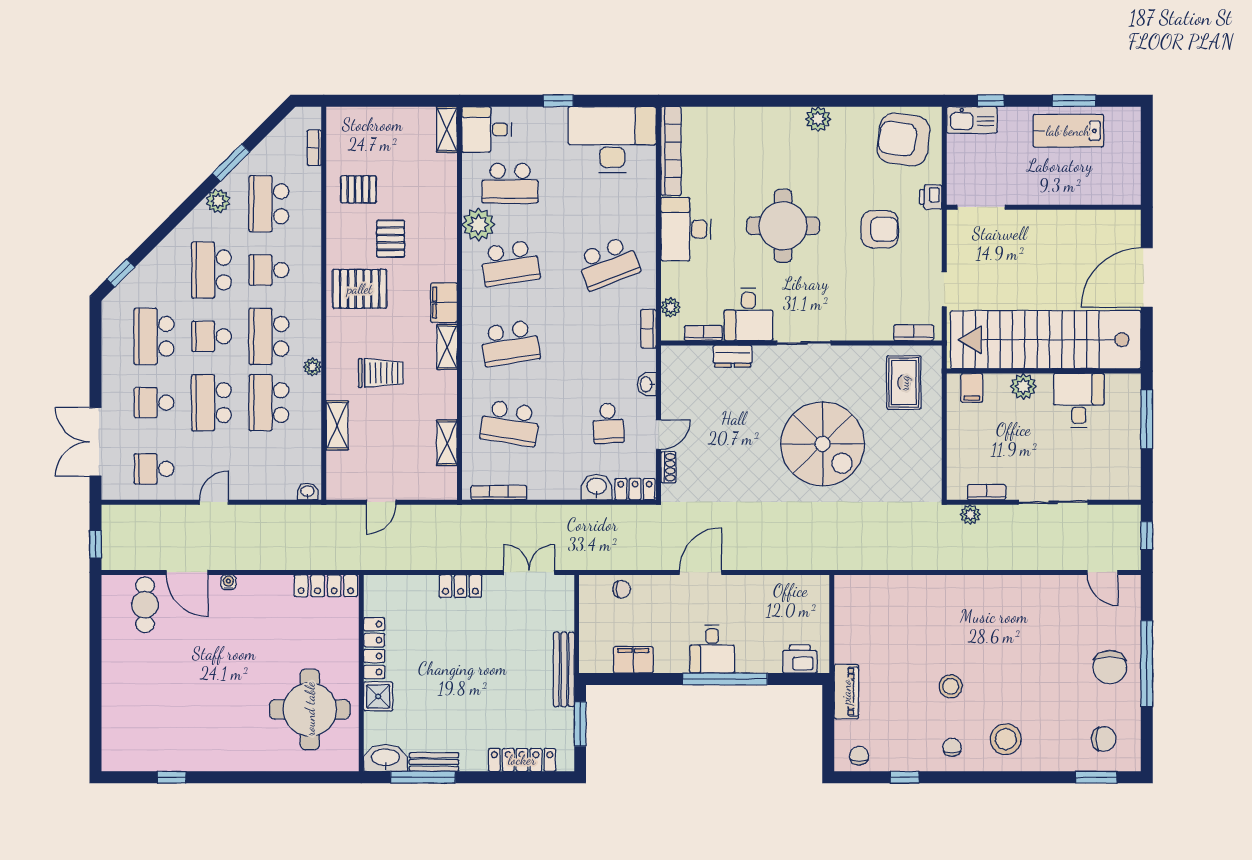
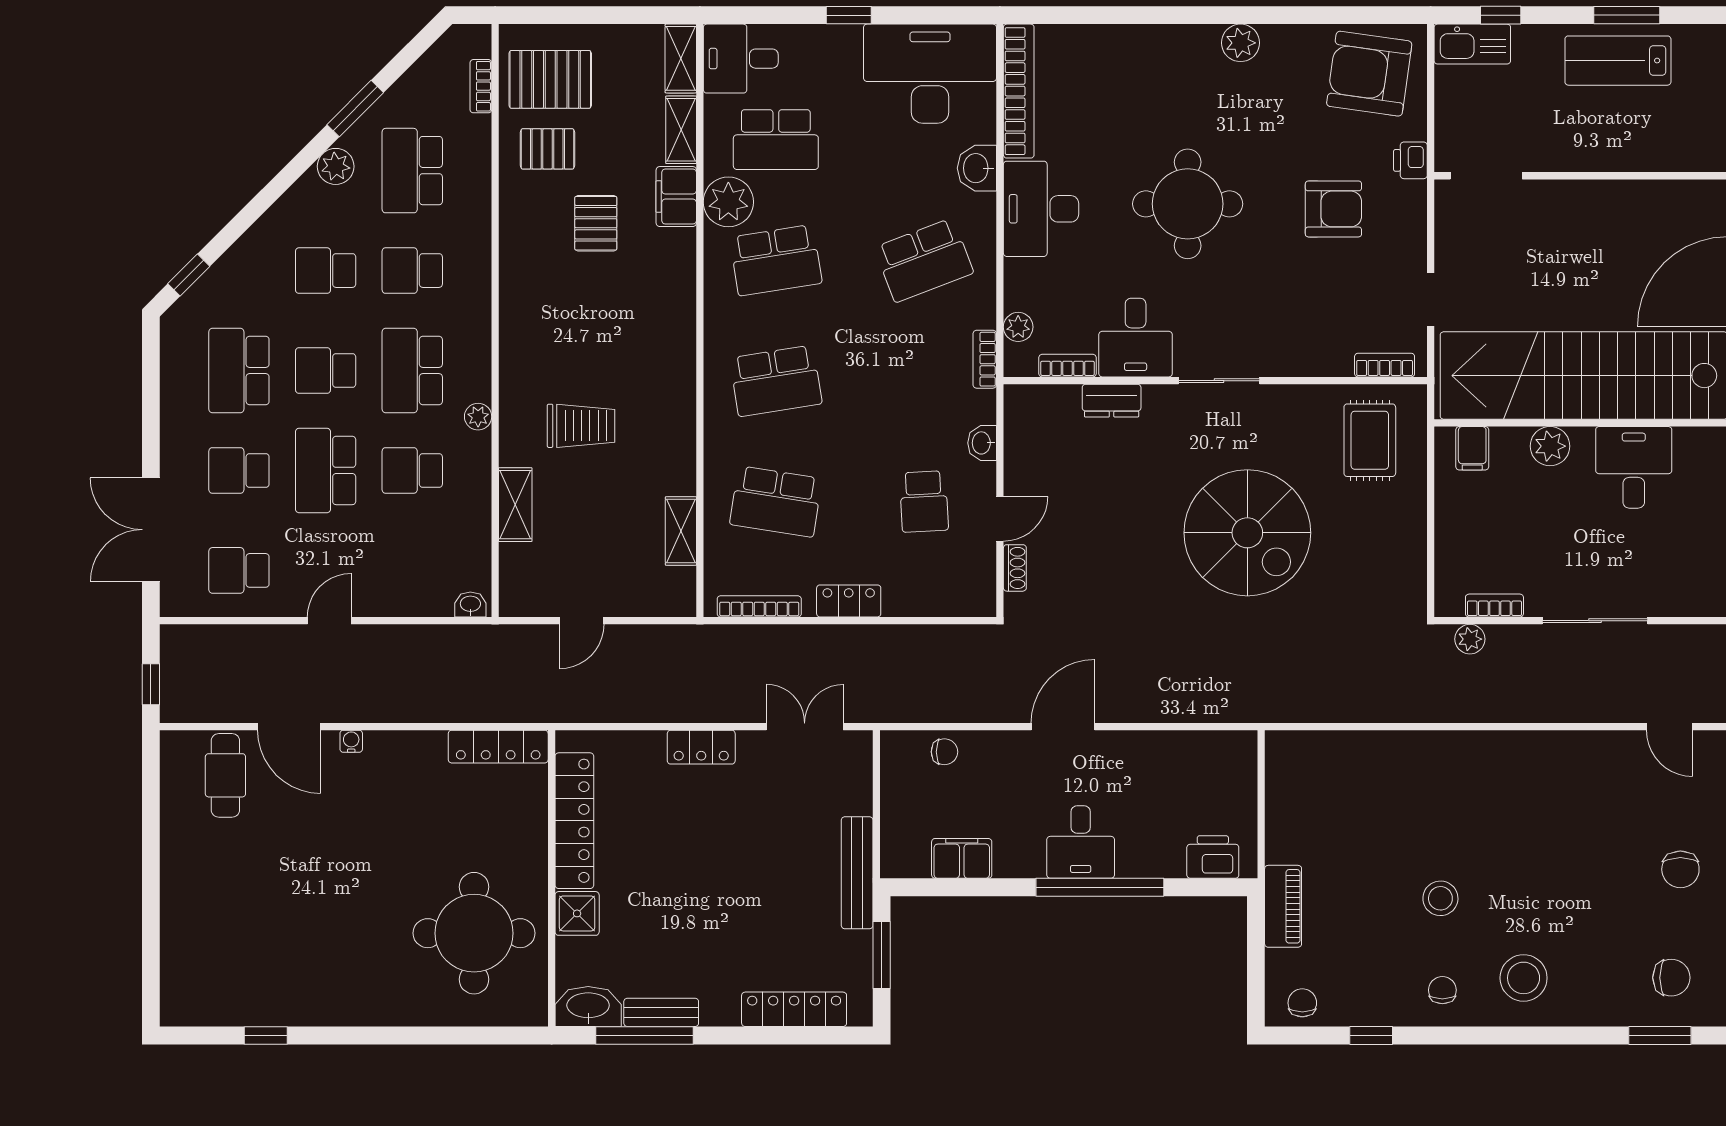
school desk: (211, 270) -> (326, 271), width x0.54
pallet: (360, 289) -> (550, 79), moved
filing cabinet: (444, 303) -> (676, 197), moved
shelving: (447, 347) -> (681, 130), moved
school desk: (269, 403) -> (412, 470), width x0.54
washbasin: (597, 487) -> (977, 168), moved, turned -90
locker: (635, 489) -> (849, 601), moved
locker: (374, 648) -> (574, 821), width x1.41, depth x1.21
chair: (1110, 667) -> (1680, 869), width x0.73, depth x0.73

